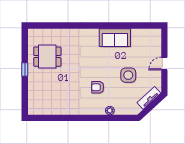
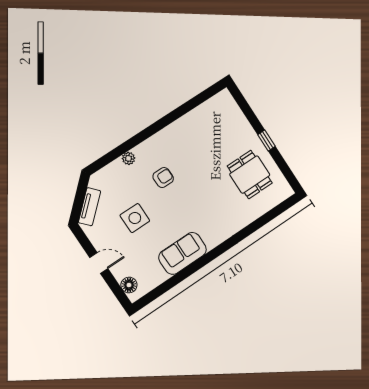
floor lamp: (156, 40) -> (129, 285), added
dining table: (47, 57) -> (250, 175), turned 90
door: (164, 63) -> (99, 263), hinge flipped

